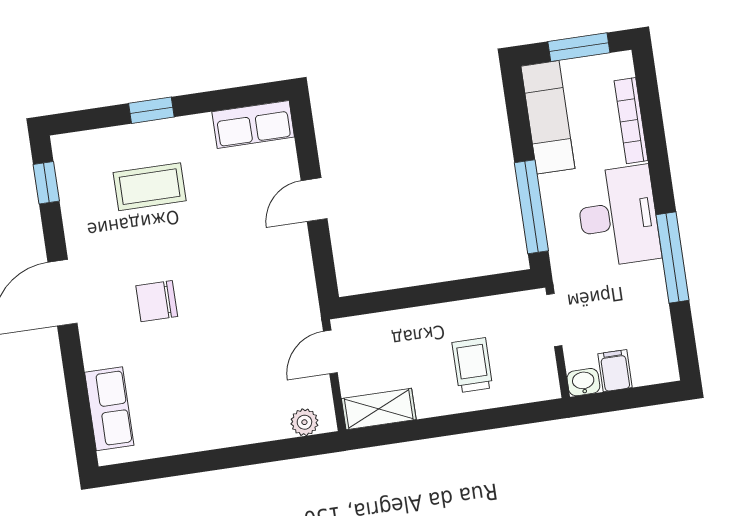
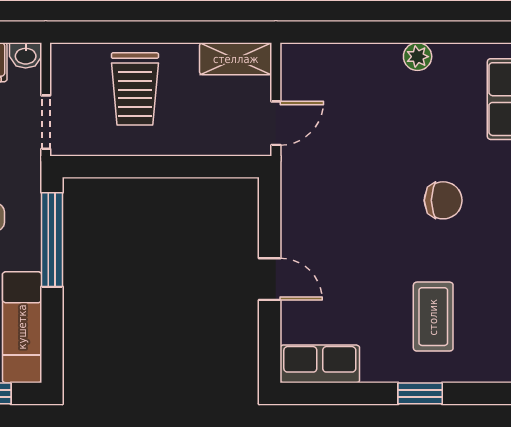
coffee table: (150, 187) -> (433, 317), turned 90
door: (314, 200) -> (270, 279), hinge flipped
trolley: (472, 365) -> (135, 89), width x1.36, depth x1.39
plant: (304, 422) -> (418, 57), moved

